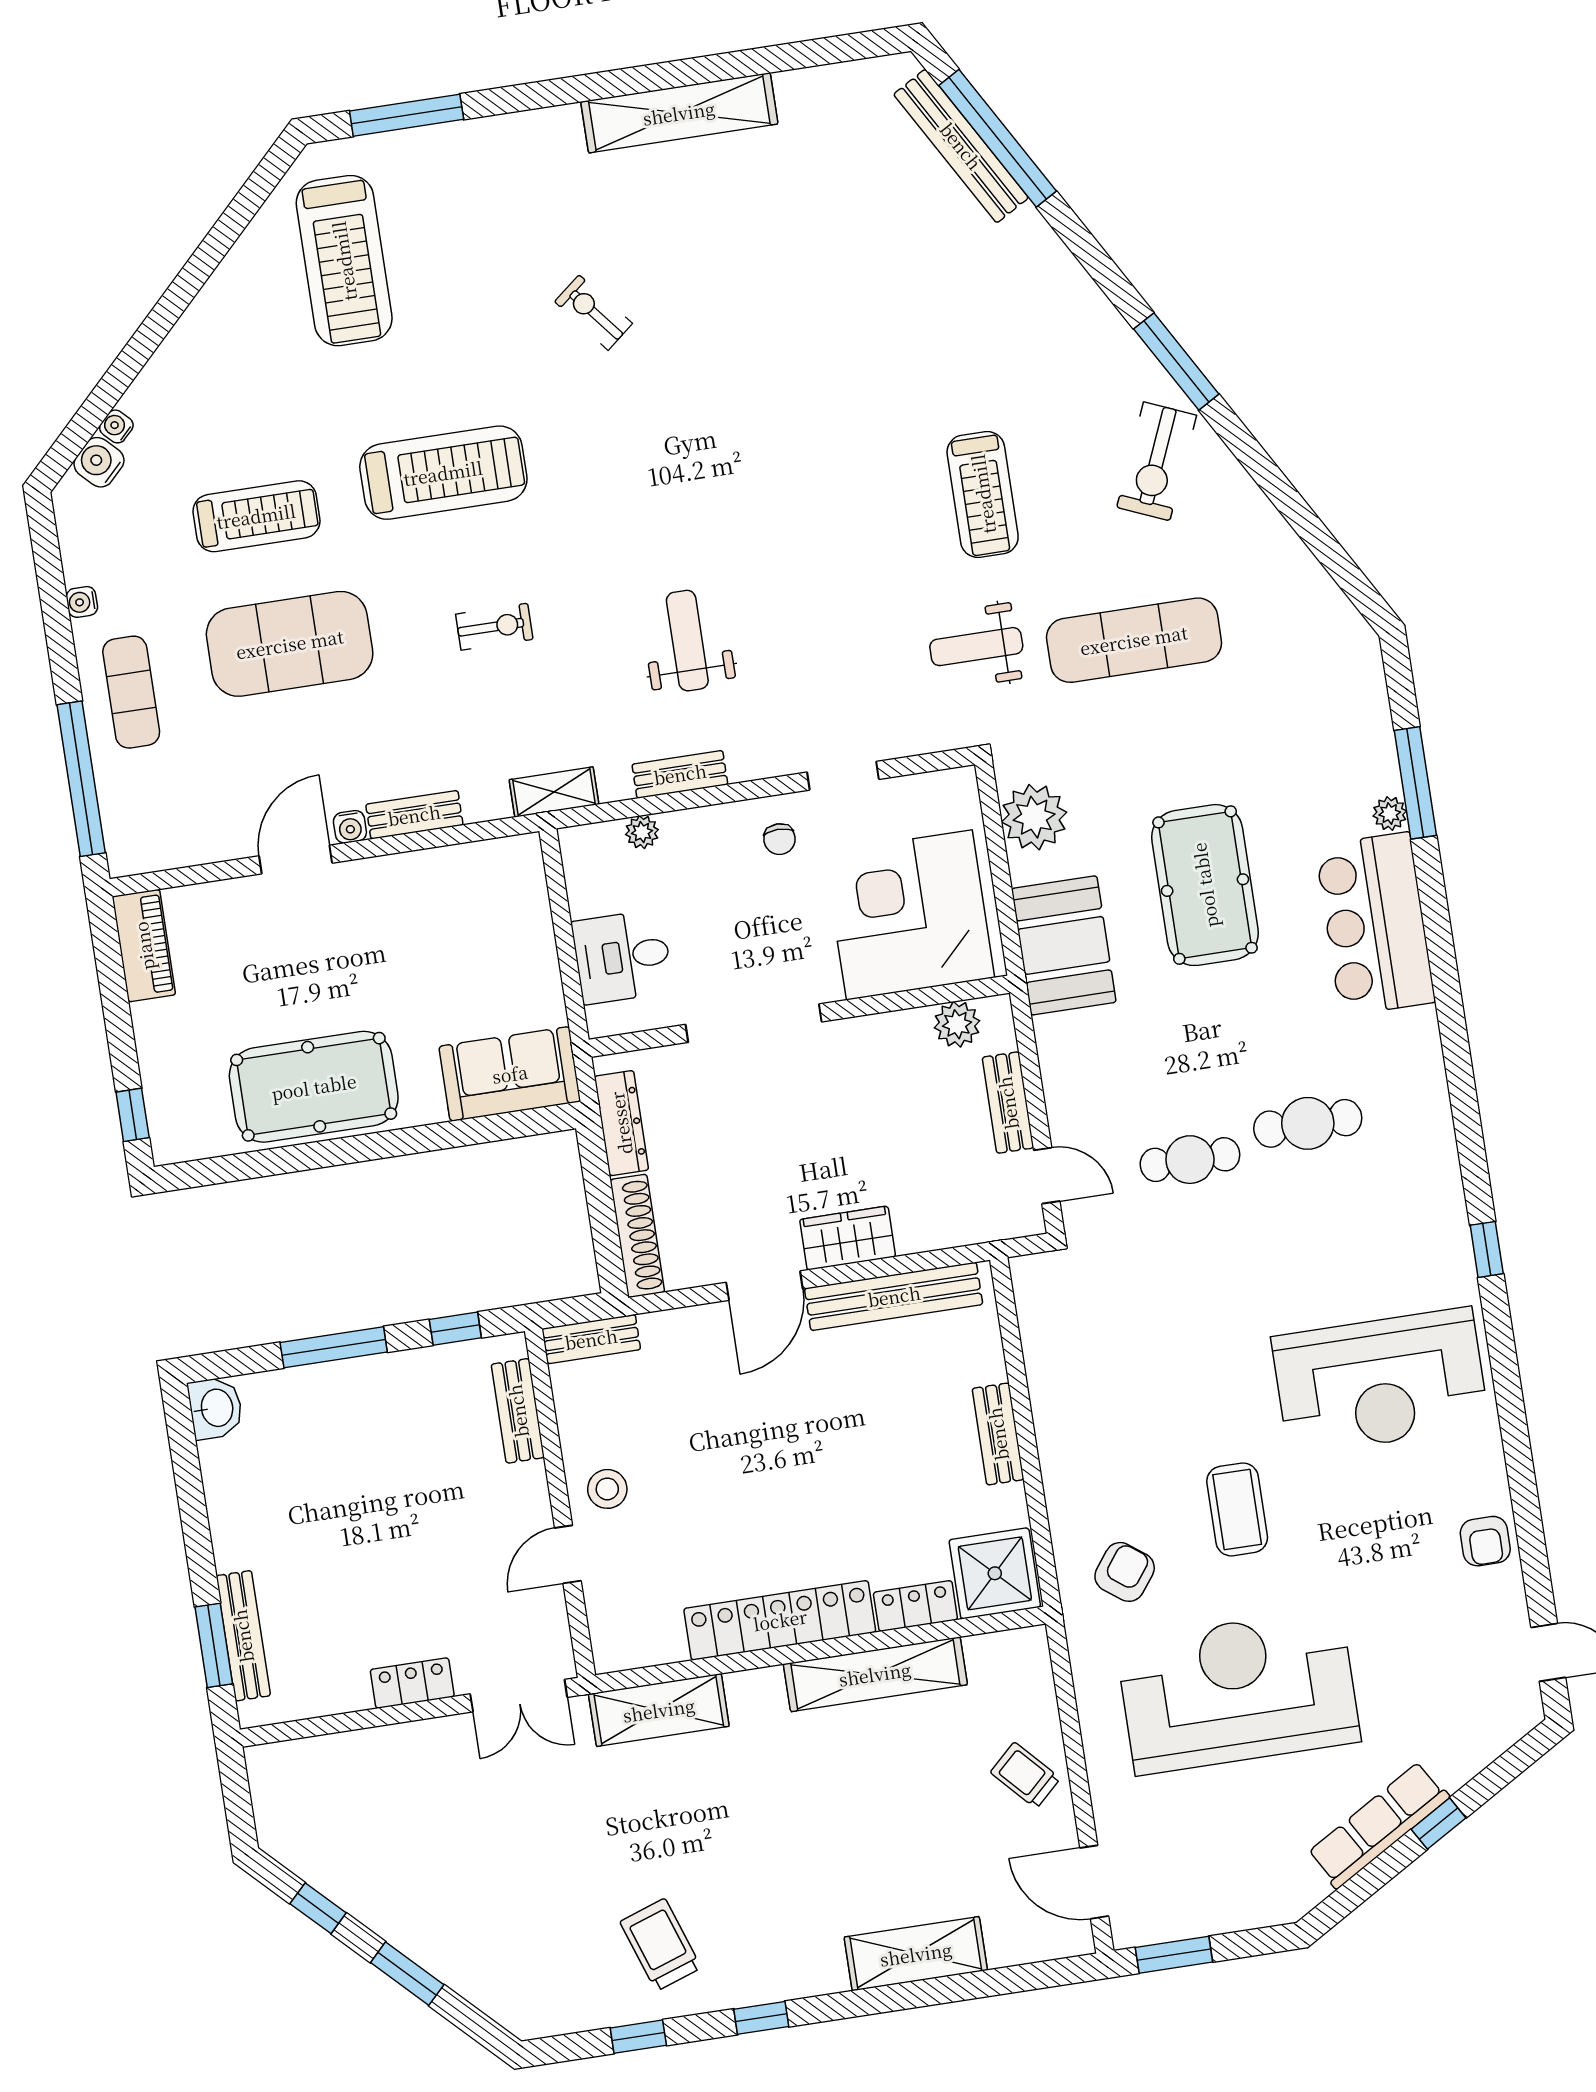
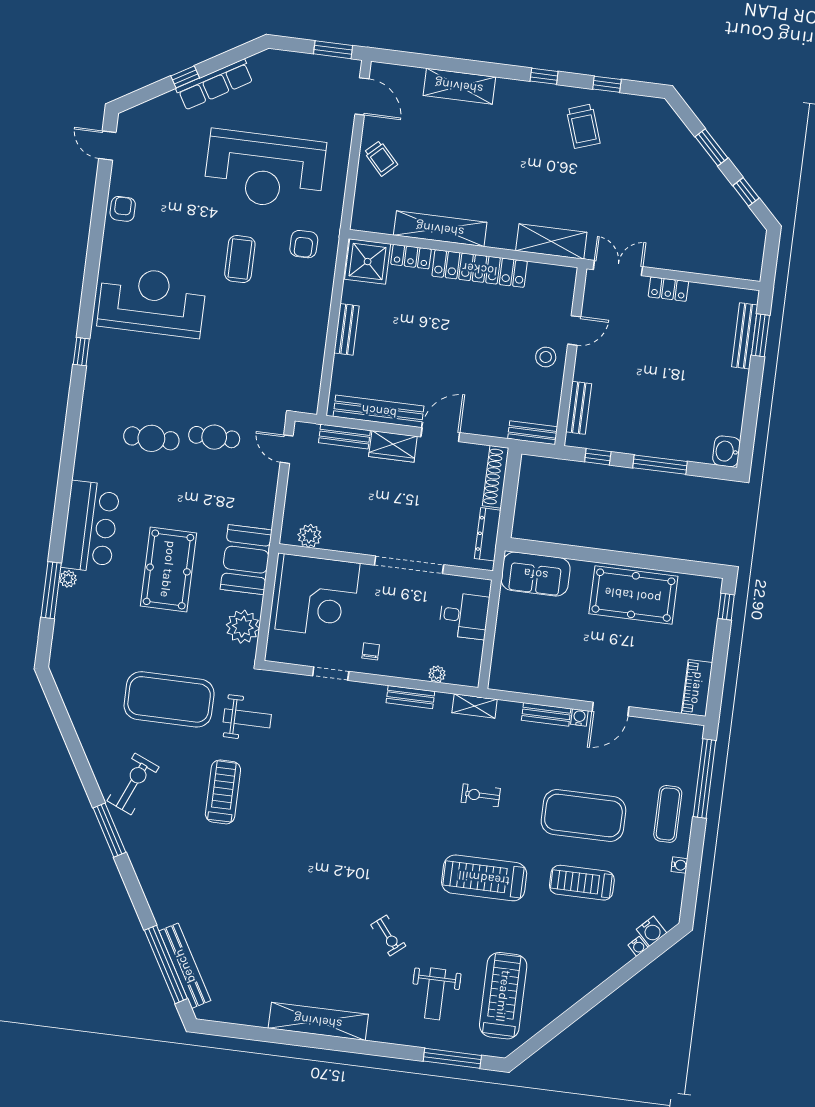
exercise mat: (1134, 640) -> (169, 699), width x1.47
weight bench: (687, 641) -> (435, 994), moved
bench: (1008, 1103) -> (344, 437), moved, turned 90
armchair: (1125, 1572) -> (304, 244), turned -37

